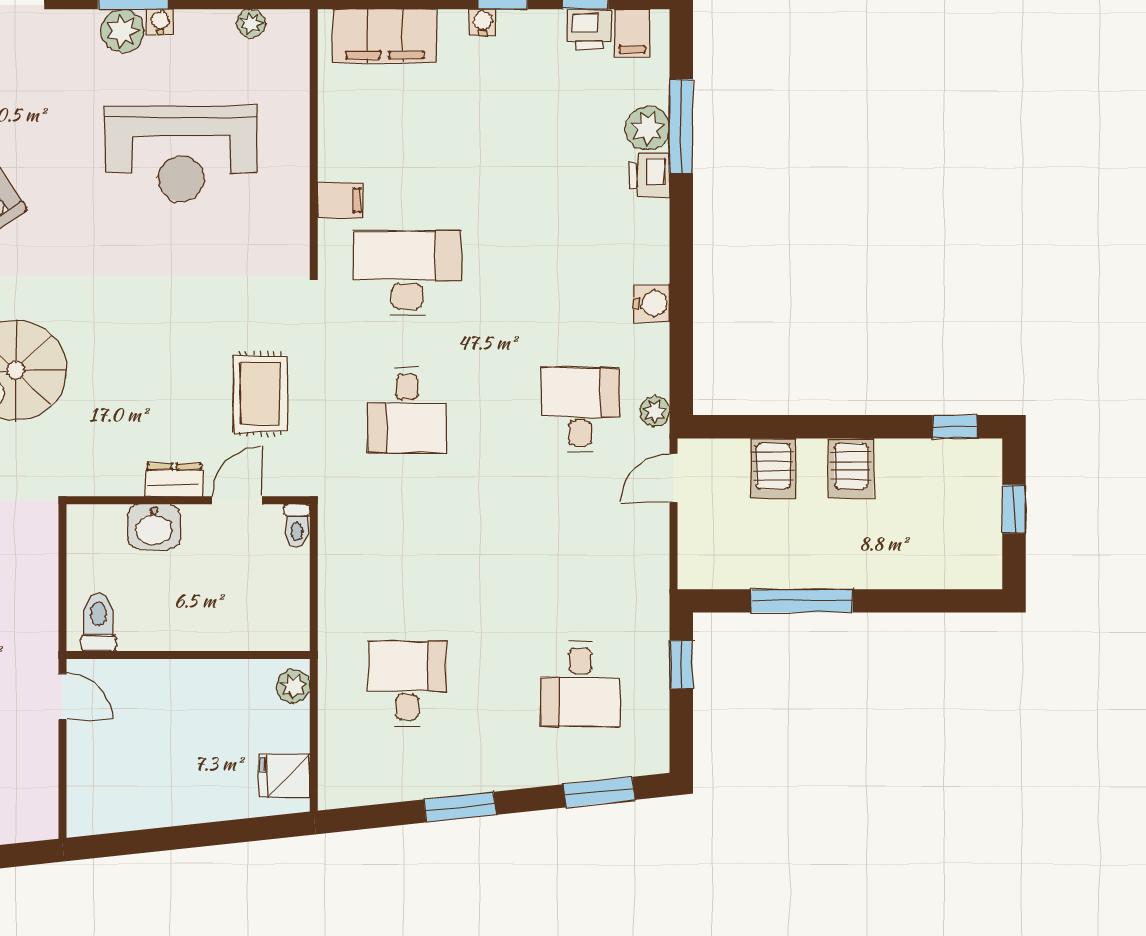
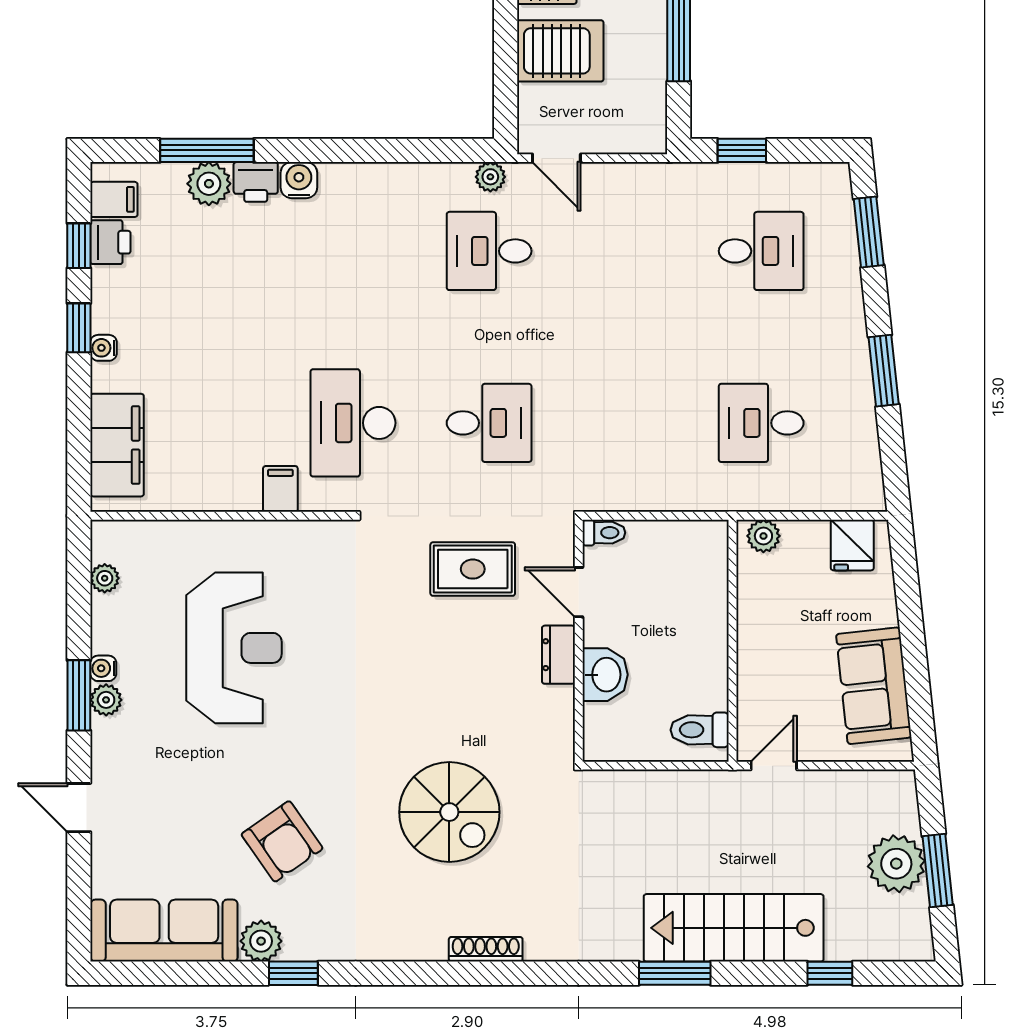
plant: (123, 31) -> (106, 700), width x0.73, depth x0.73
water cooler: (651, 303) -> (299, 180), moved
server rack: (773, 469) -> (560, 51), width x1.36, depth x1.44
sofa: (143, 797) -> (874, 686), added

